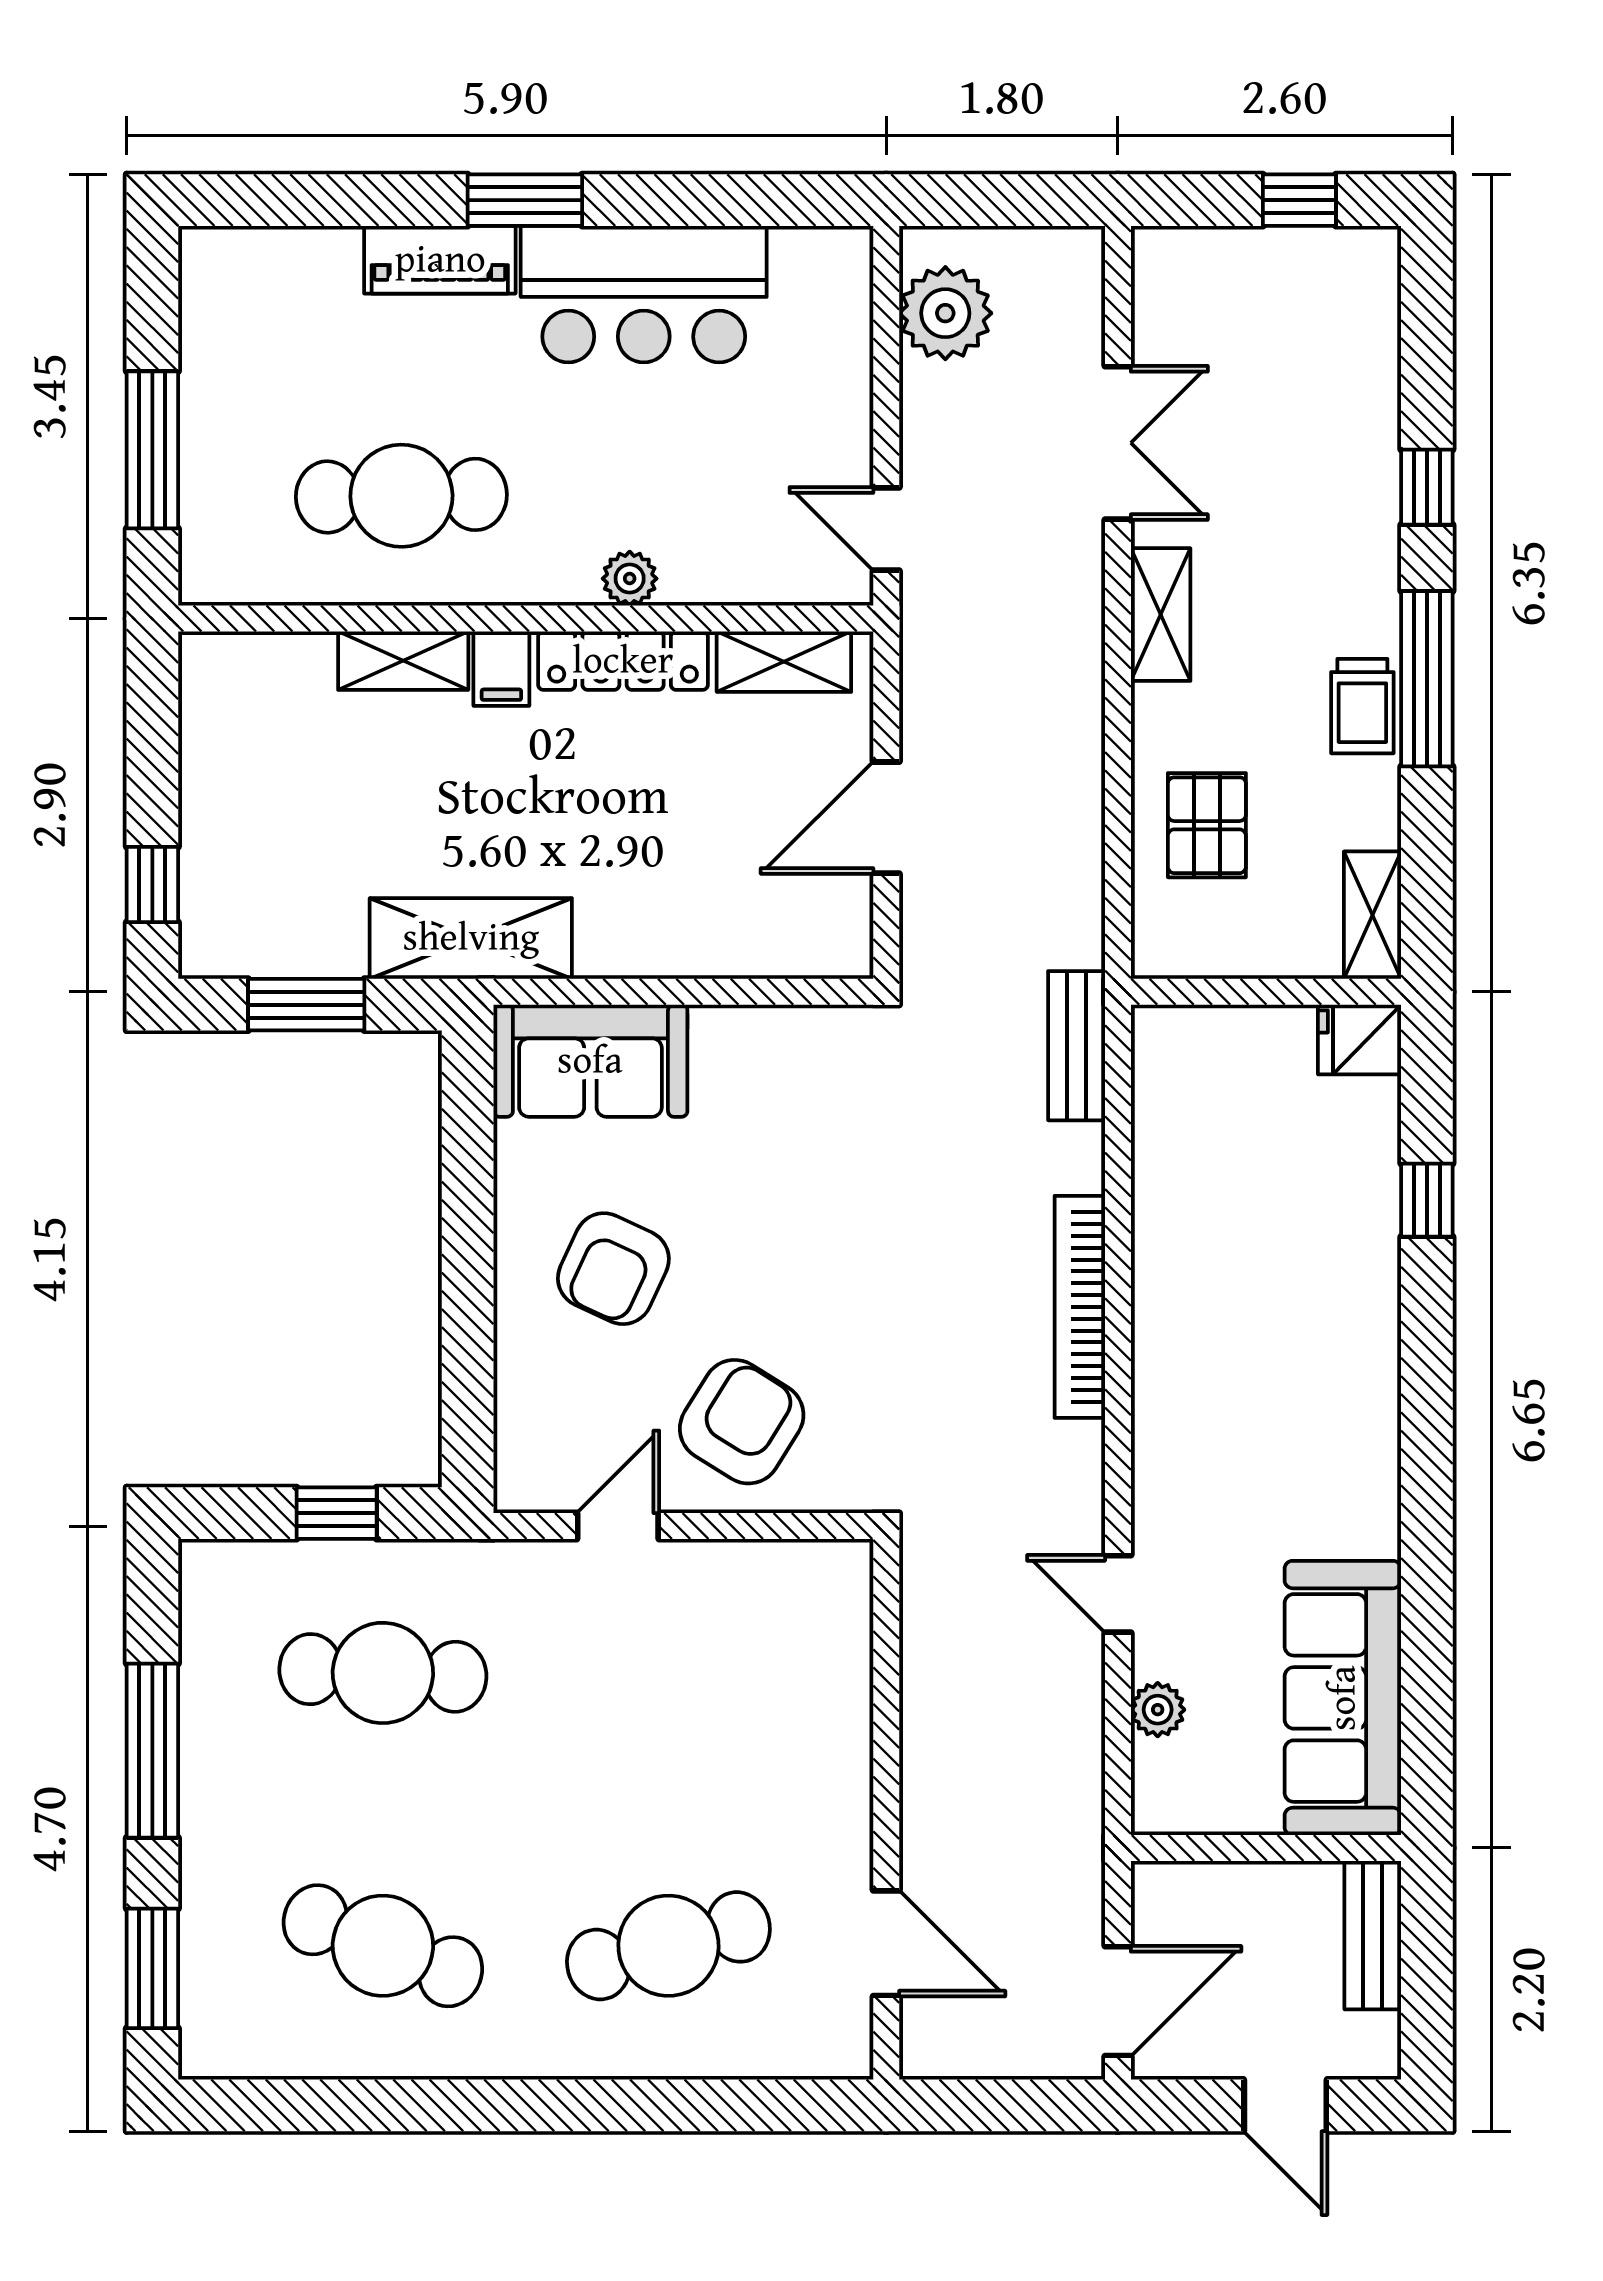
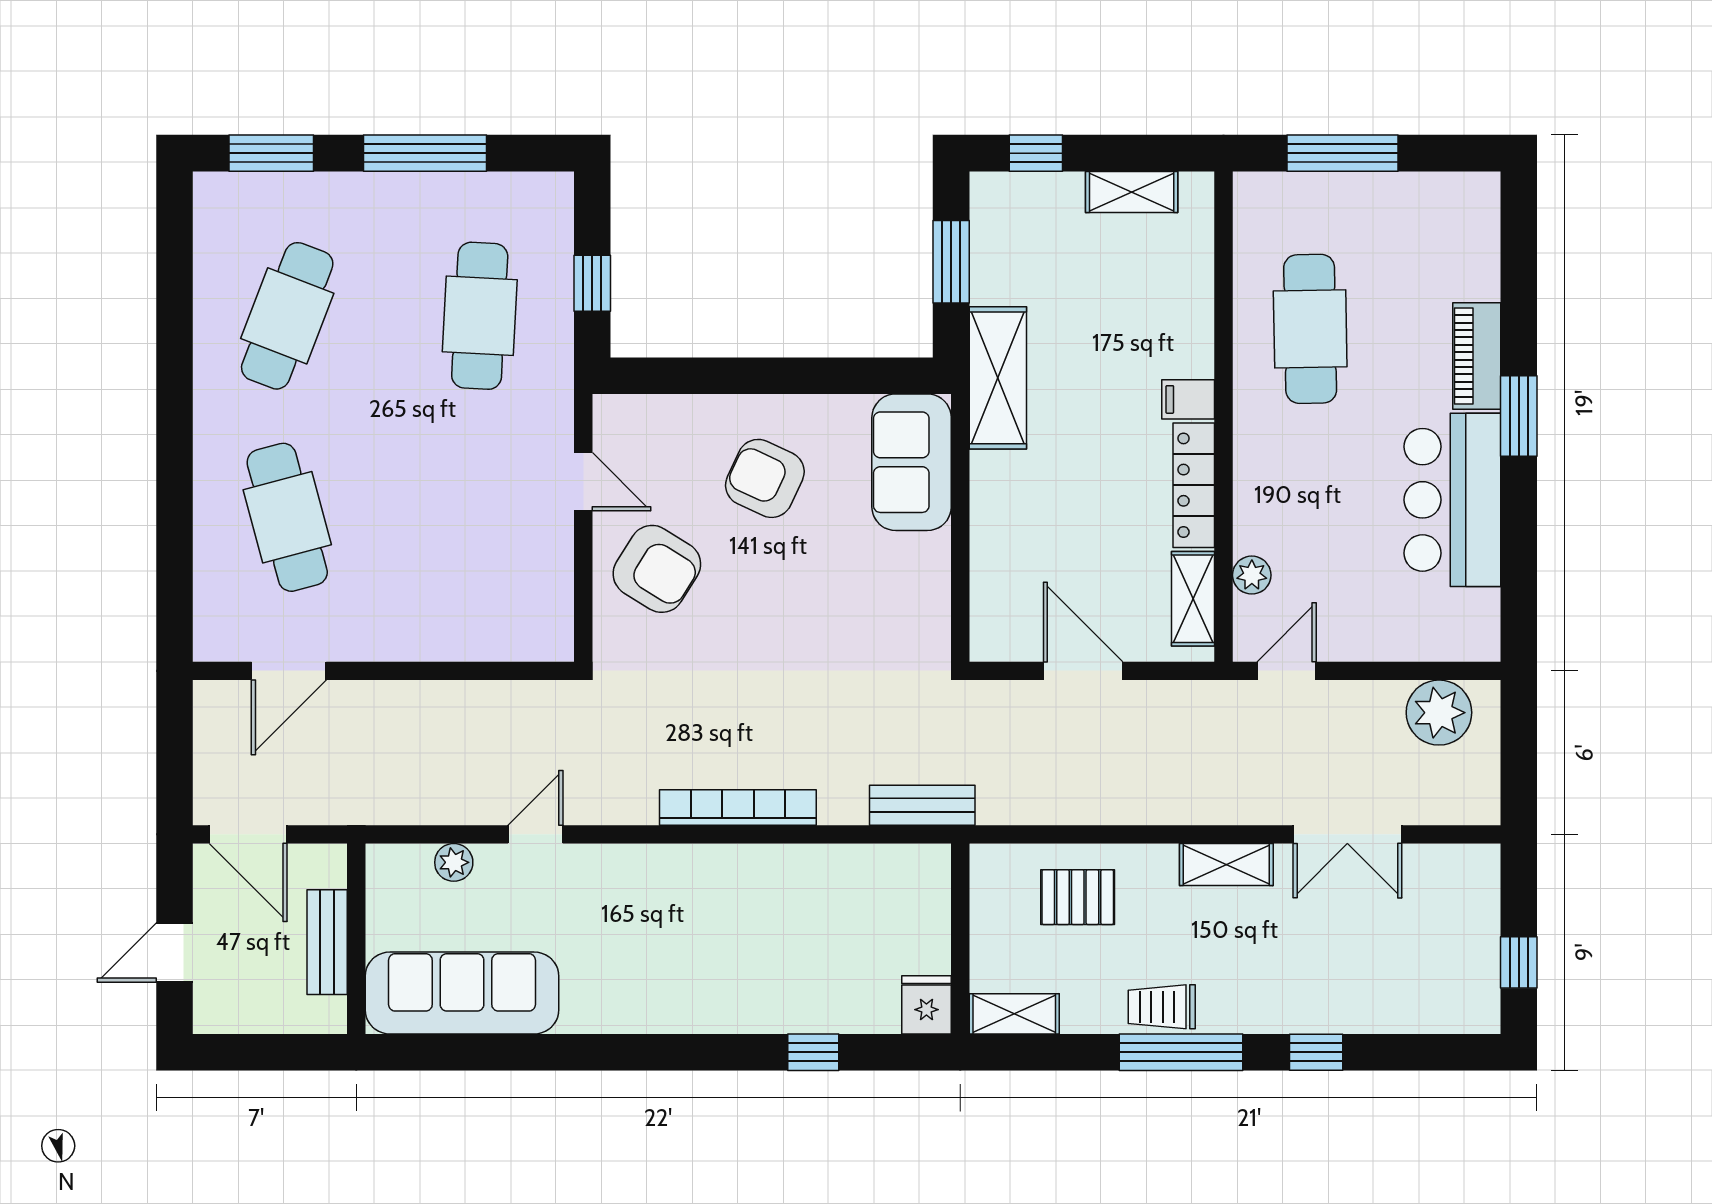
plant: (630, 579) -> (1252, 575), moved
shelving: (403, 661) -> (1132, 192), moved, turned 90
bench: (1373, 1935) -> (327, 942), moved, turned 90

